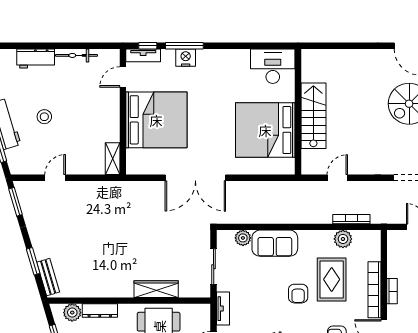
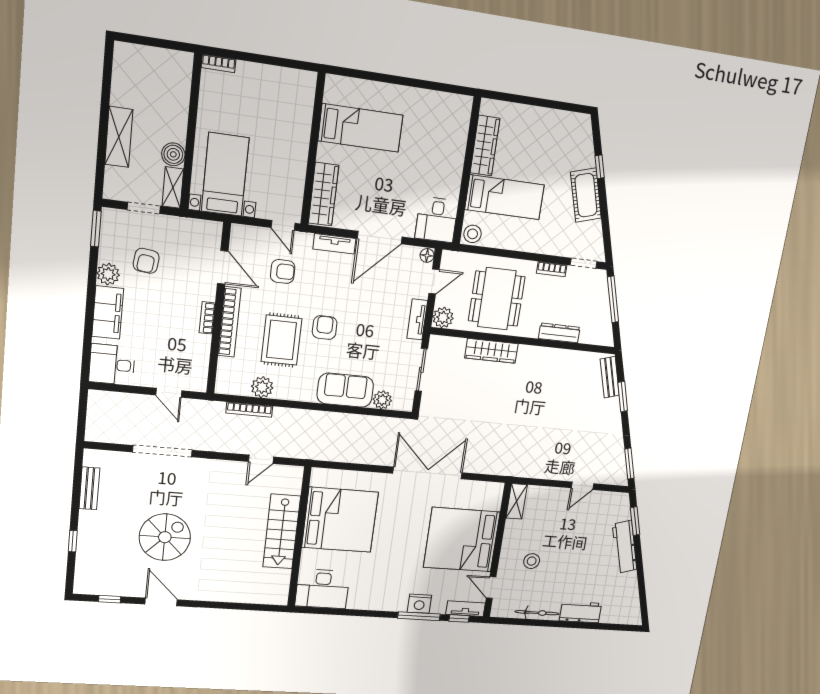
door: (123, 77) -> (491, 588), swing flipped
stool: (44, 117) -> (532, 561), moved
plant: (72, 313) -> (443, 318), moved

